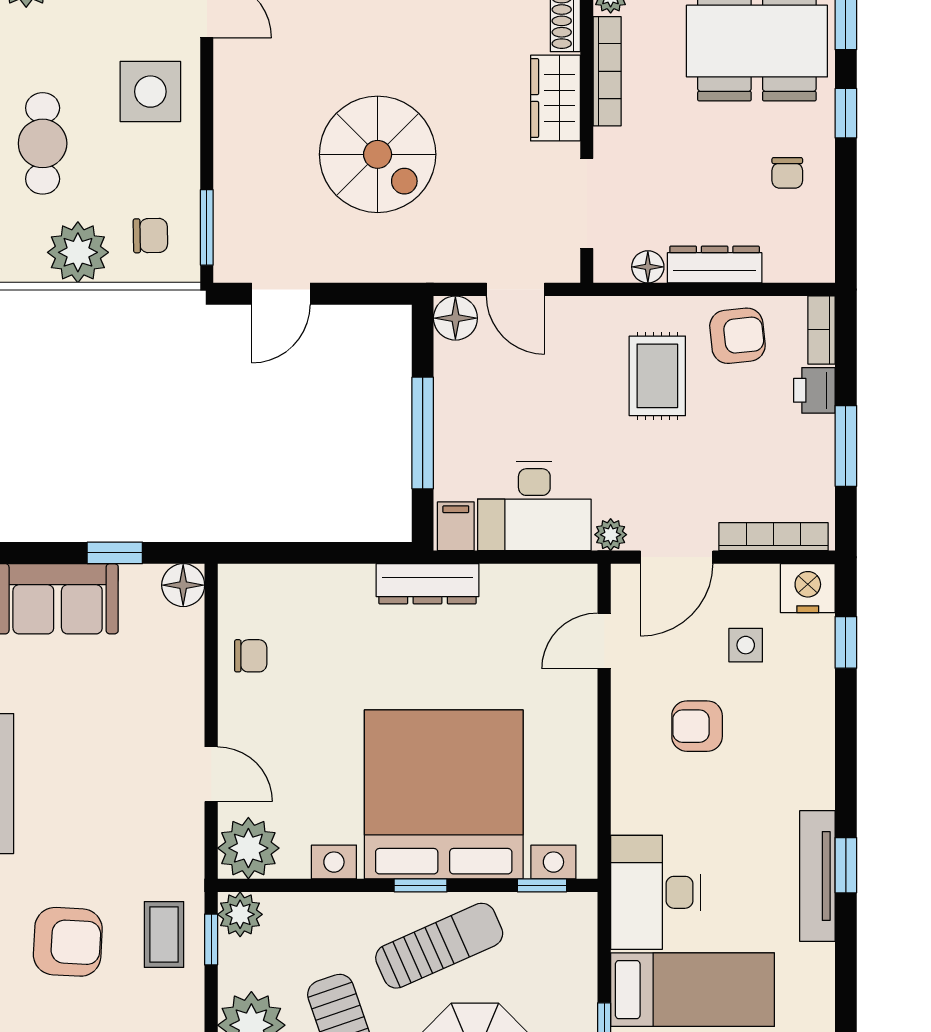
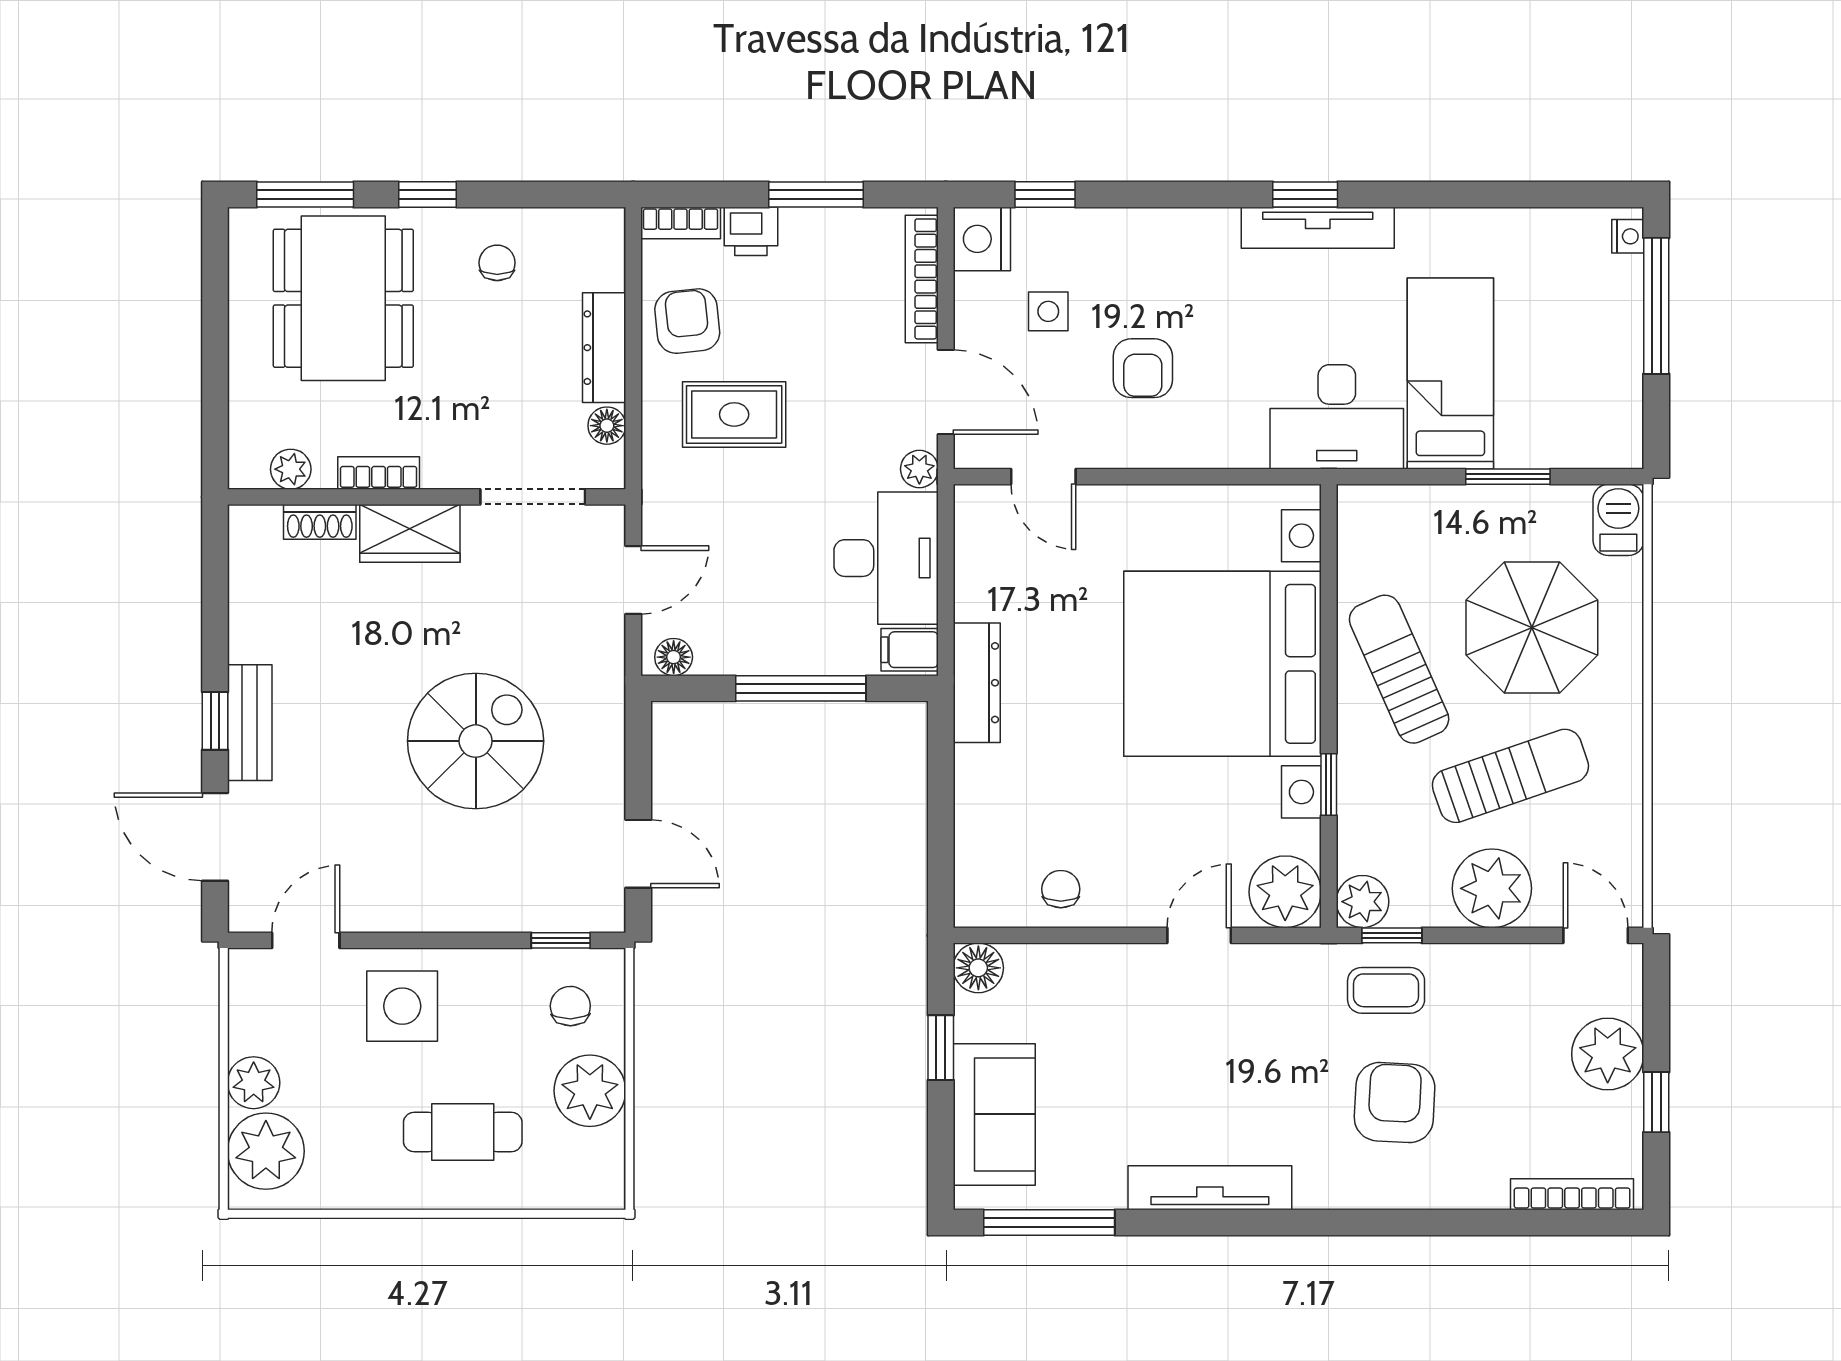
bookcase: (607, 71) -> (379, 473), width x0.64
chair: (787, 173) -> (497, 263), turned -90
window: (207, 227) -> (561, 940), width x0.67
floor lamp: (455, 318) -> (674, 657), width x0.73, depth x0.73
window: (421, 885) -> (1329, 785), moved
window: (542, 885) -> (1329, 549), removed

